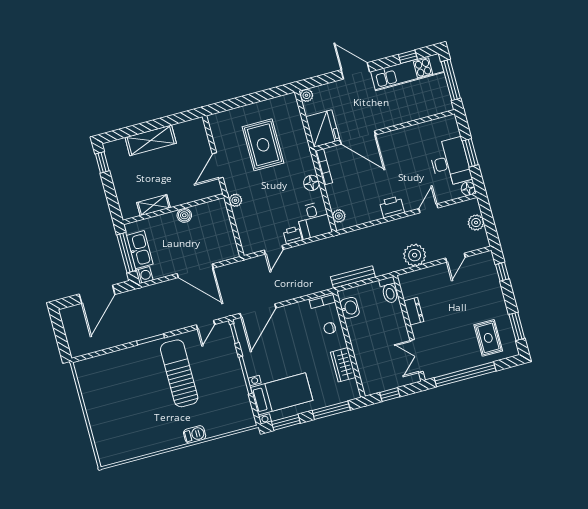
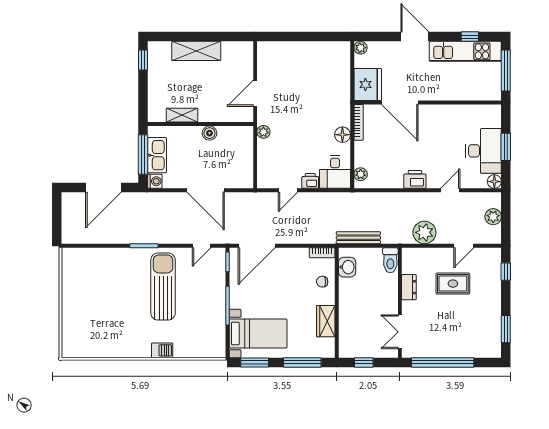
rug: (263, 145) -> (305, 85), removed
rug: (488, 338) -> (453, 284), moved, turned 90

